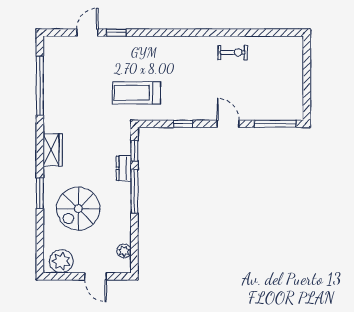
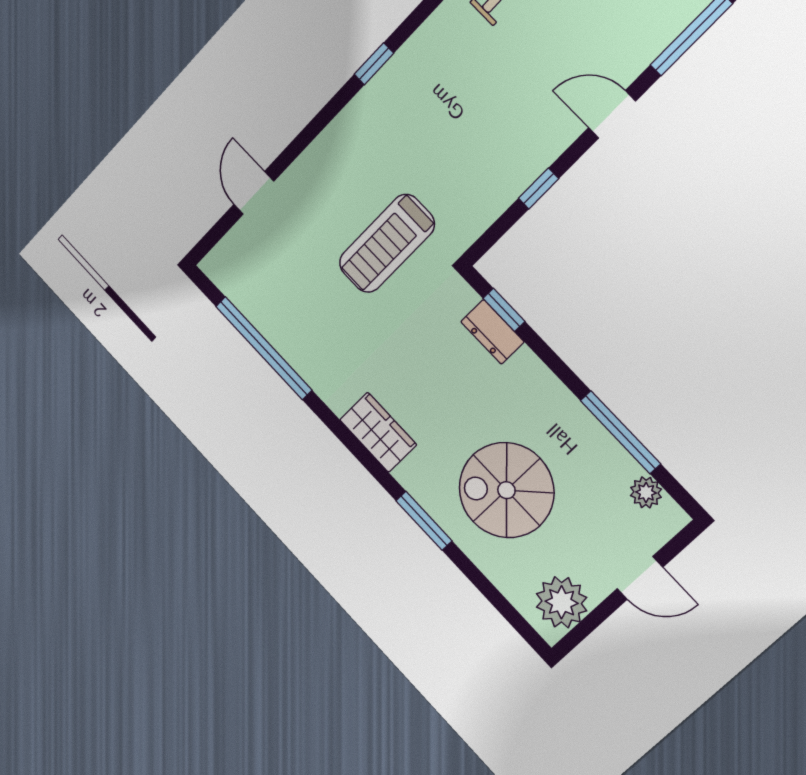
window: (116, 33) -> (374, 64), moved
treadmill: (136, 93) -> (387, 244), moved
dresser: (124, 168) -> (492, 332), moved
window: (134, 191) -> (620, 432), moved
spiral stairs: (78, 209) -> (506, 490), turned 90

